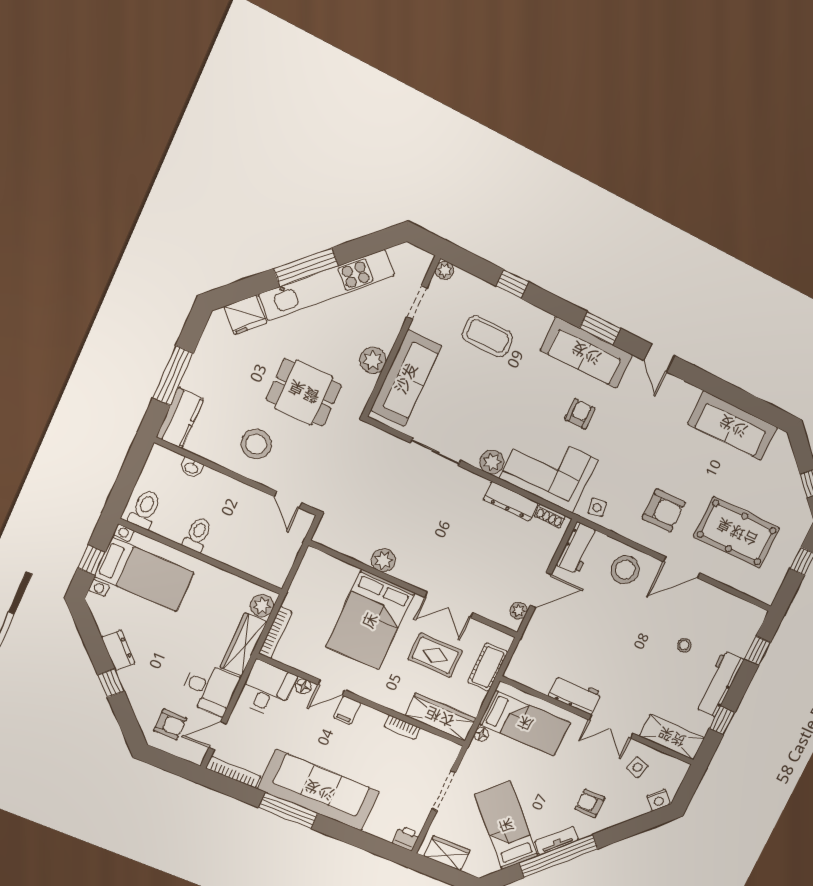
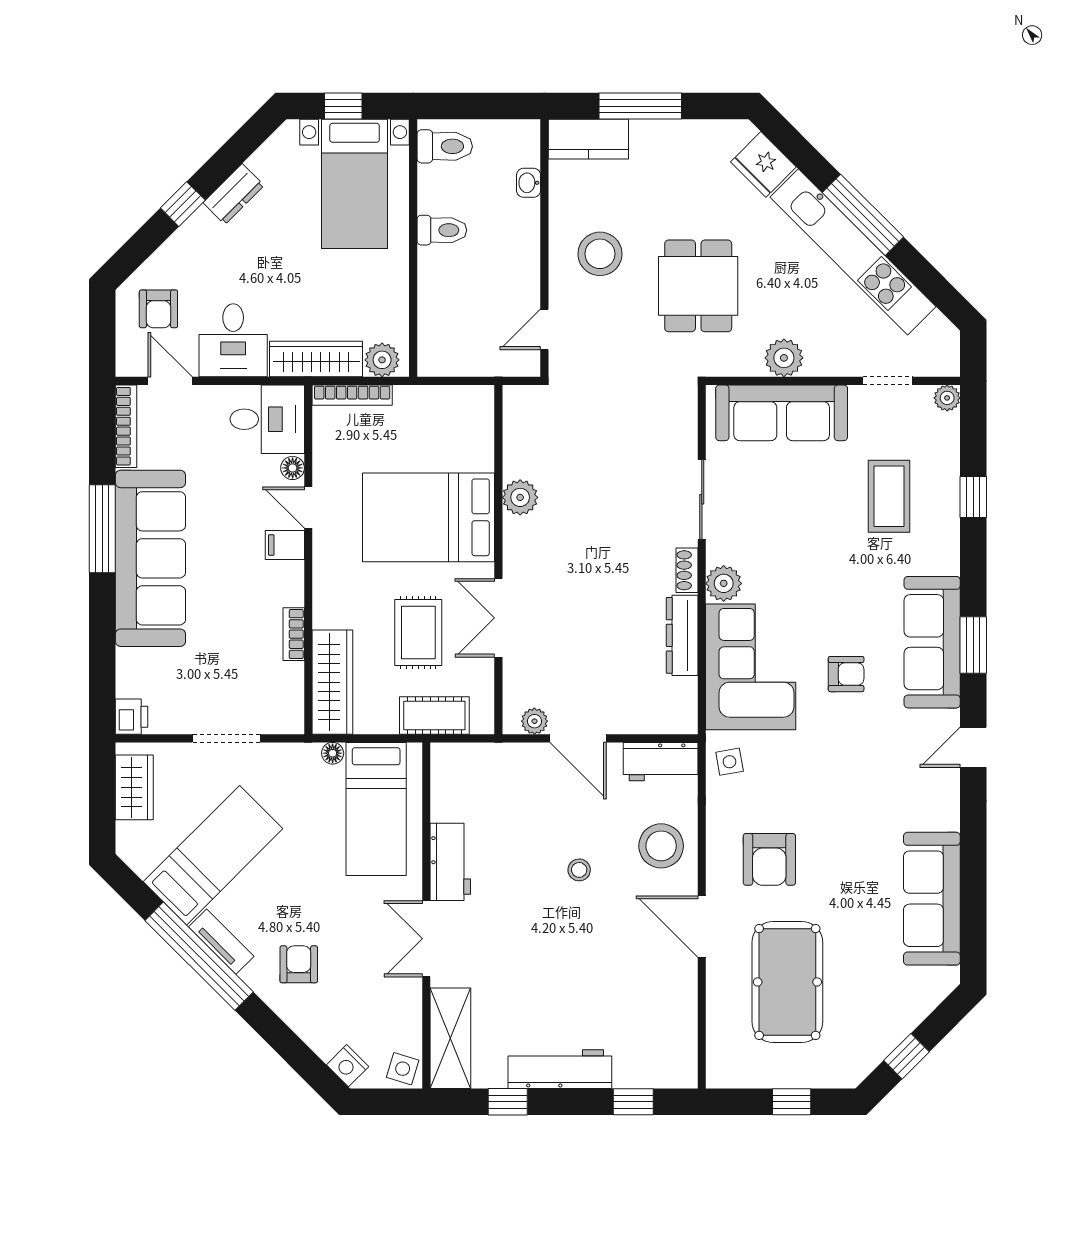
shoe rack: (550, 516) -> (687, 570), moved
stool: (684, 645) -> (579, 870), moved
side table: (638, 767) -> (403, 1069), moved

